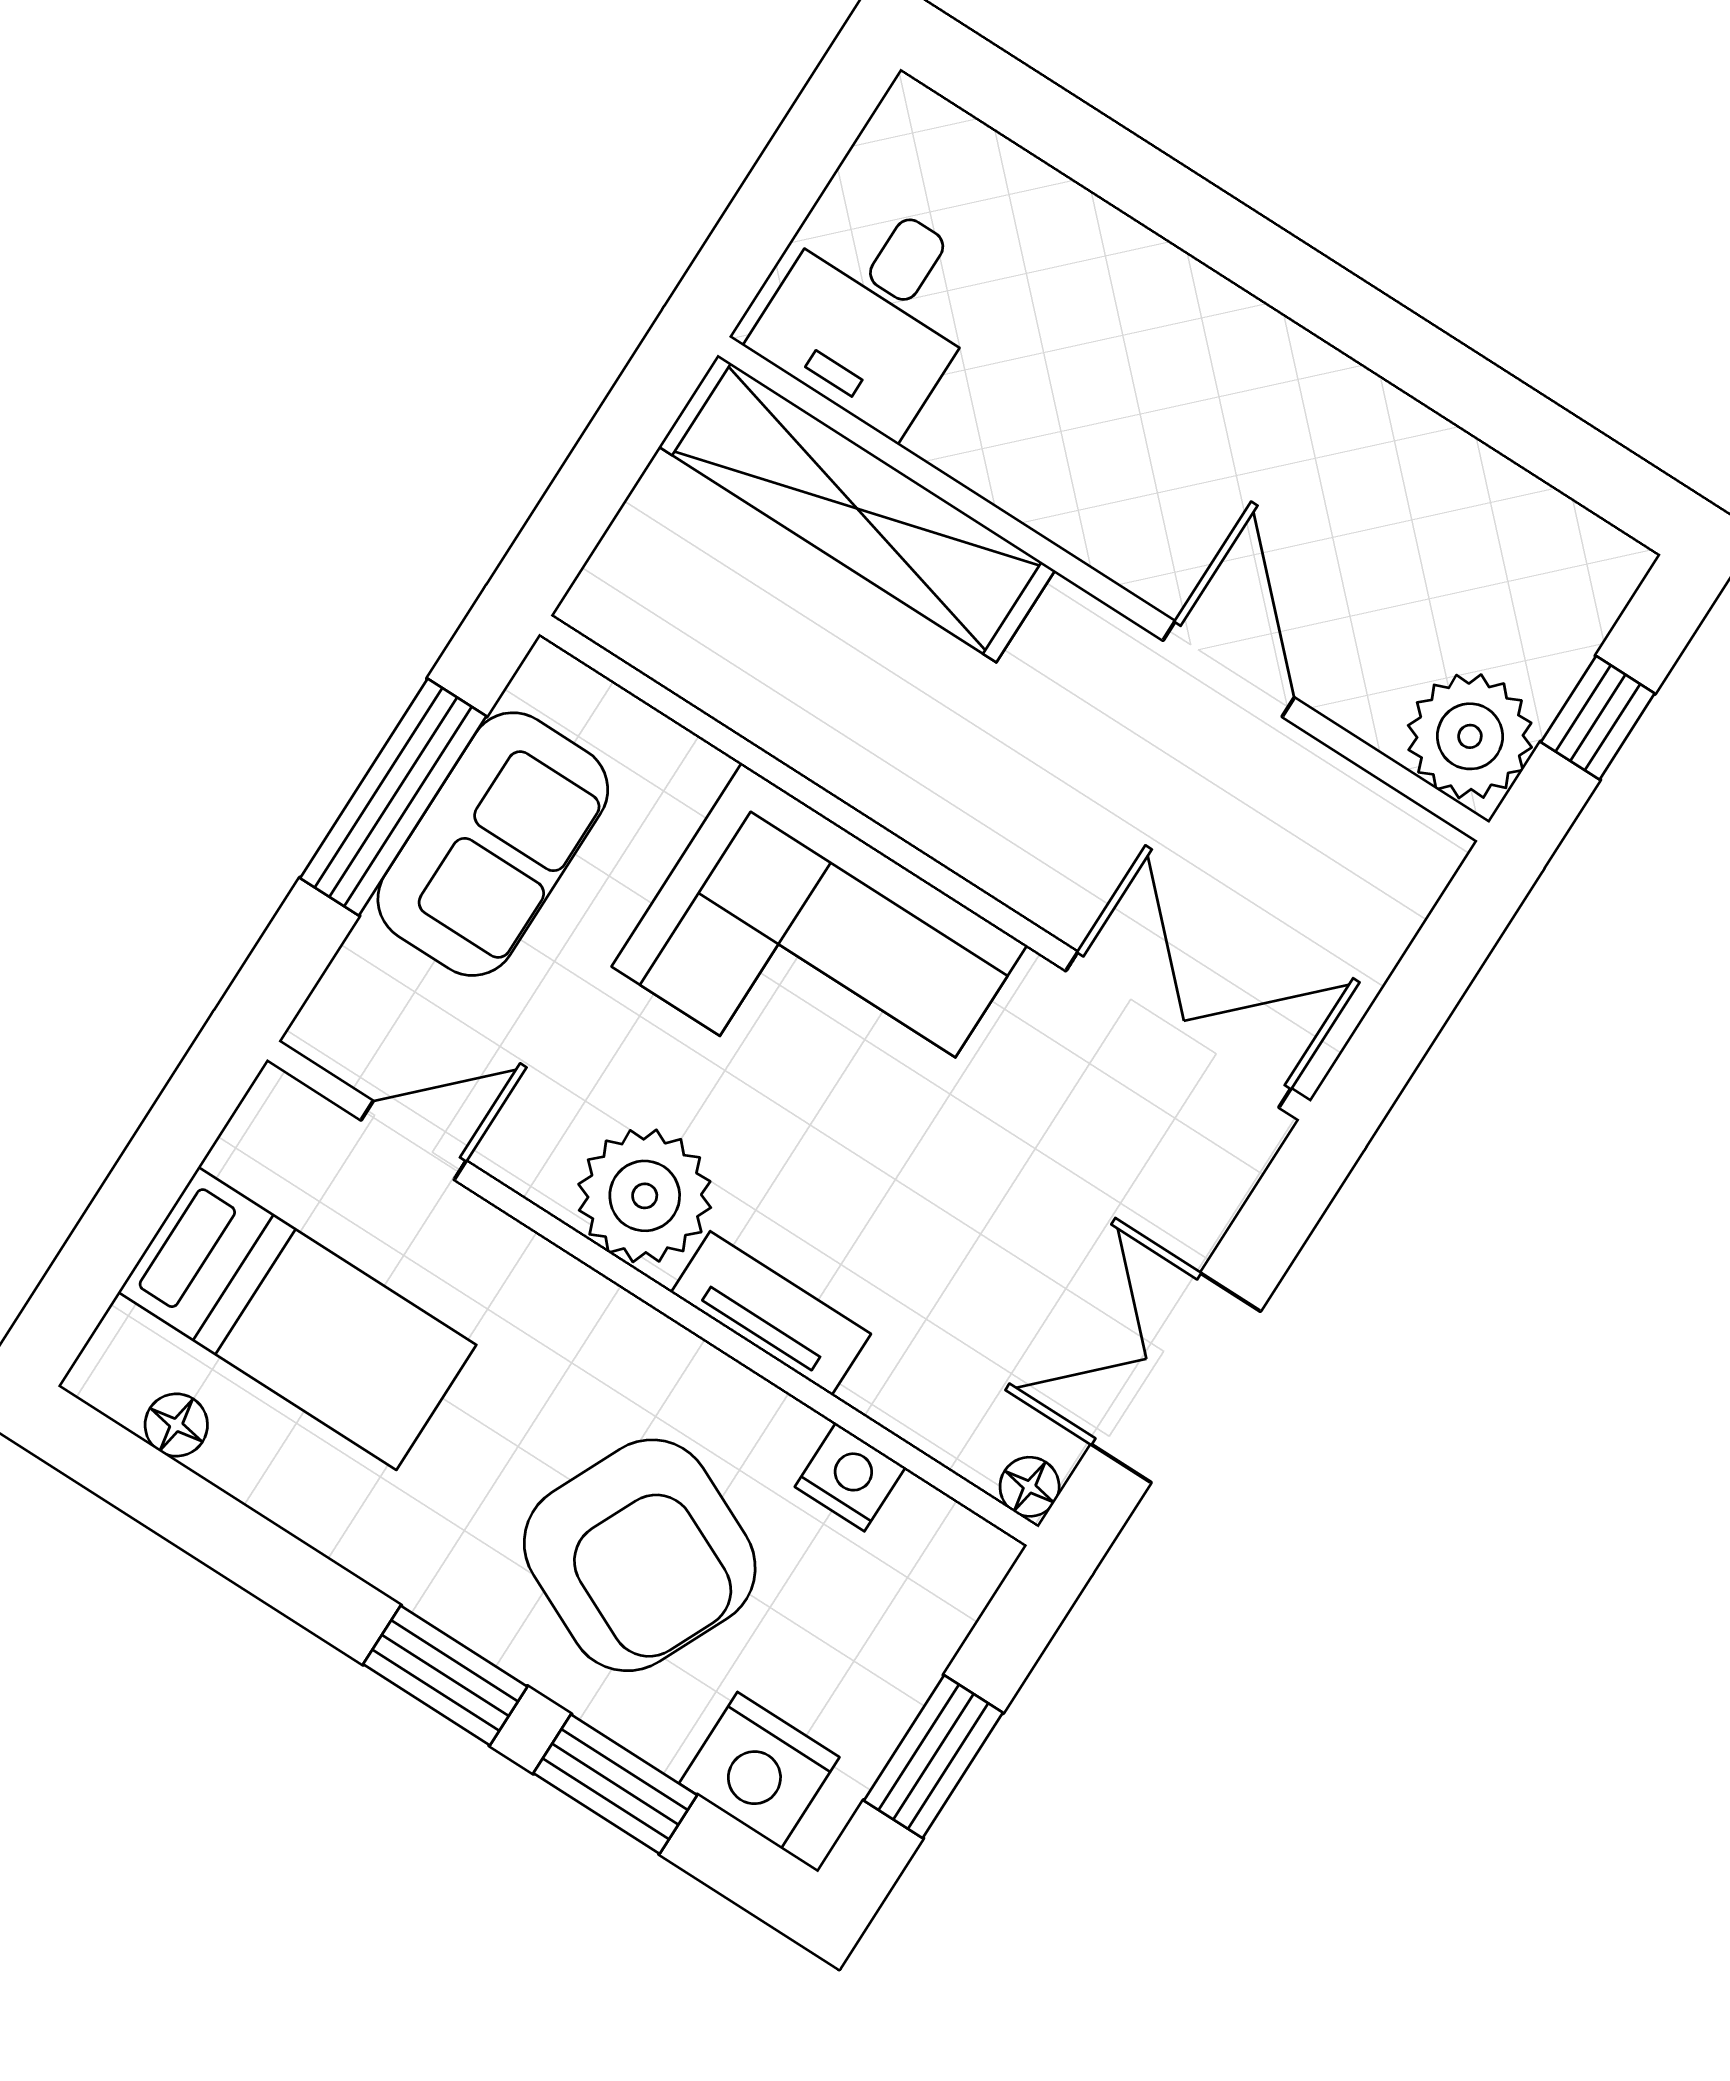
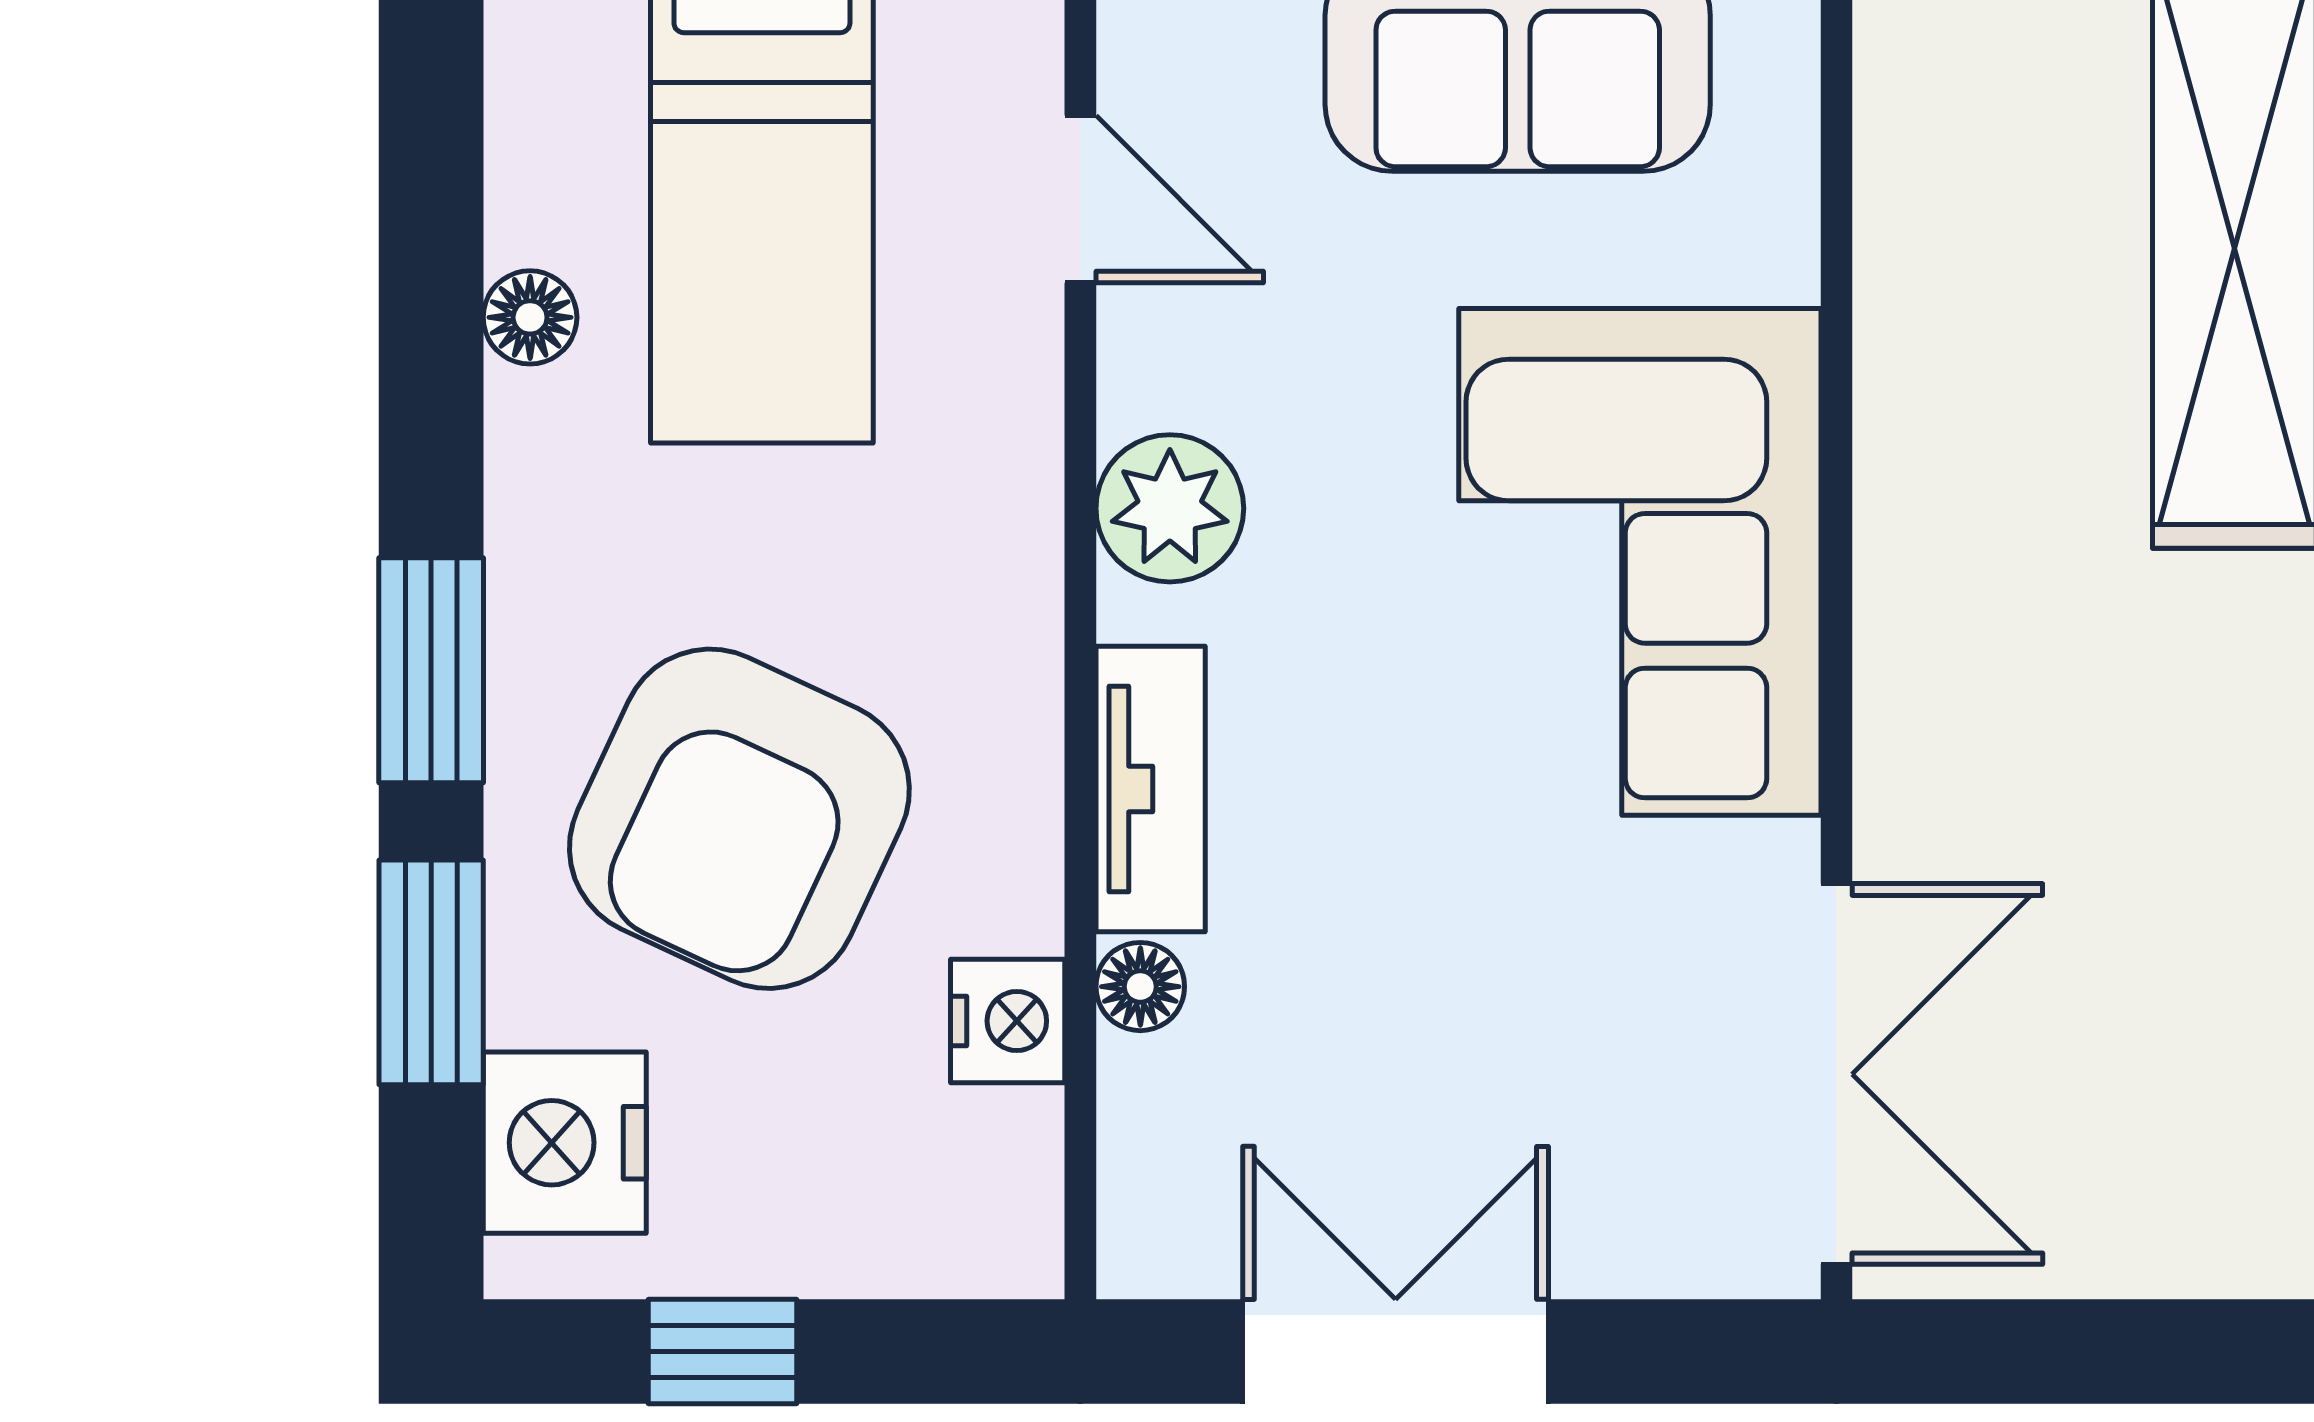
plant: (645, 1196) -> (1170, 508), width x0.73, depth x0.73
floor lamp: (176, 1425) -> (530, 317), moved
floor lamp: (1030, 1487) -> (1140, 987), moved
window: (933, 1757) -> (722, 1351), width x0.67

